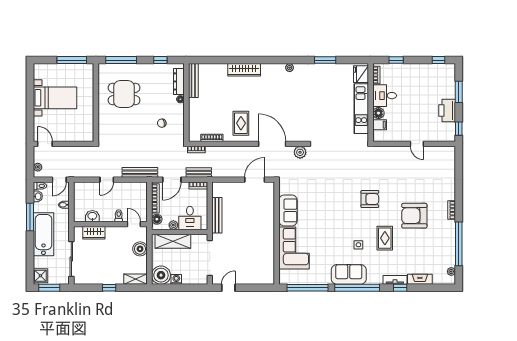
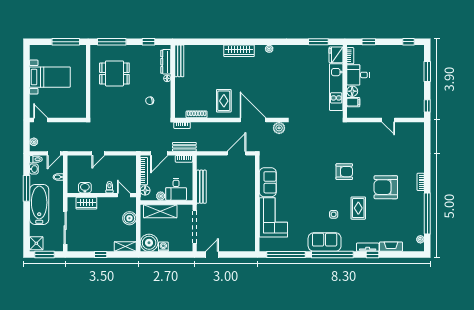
window: (325, 60) -> (318, 42), moved
wardrobe: (244, 70) -> (239, 51), moved
printer: (447, 110) -> (417, 89), removed
bench: (140, 172) -> (129, 147), removed

